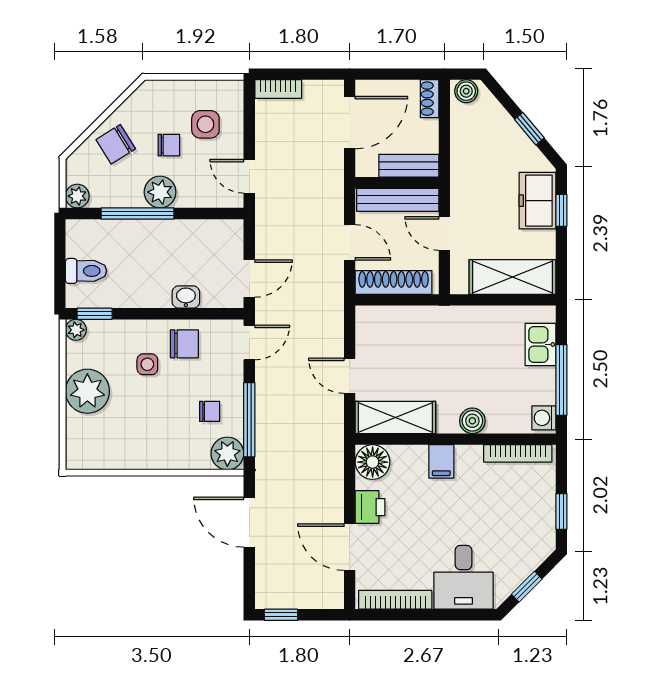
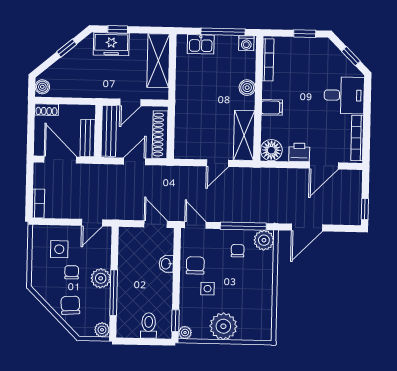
chair: (116, 144) -> (70, 305), turned -152
bench: (409, 166) -> (88, 138), moved

